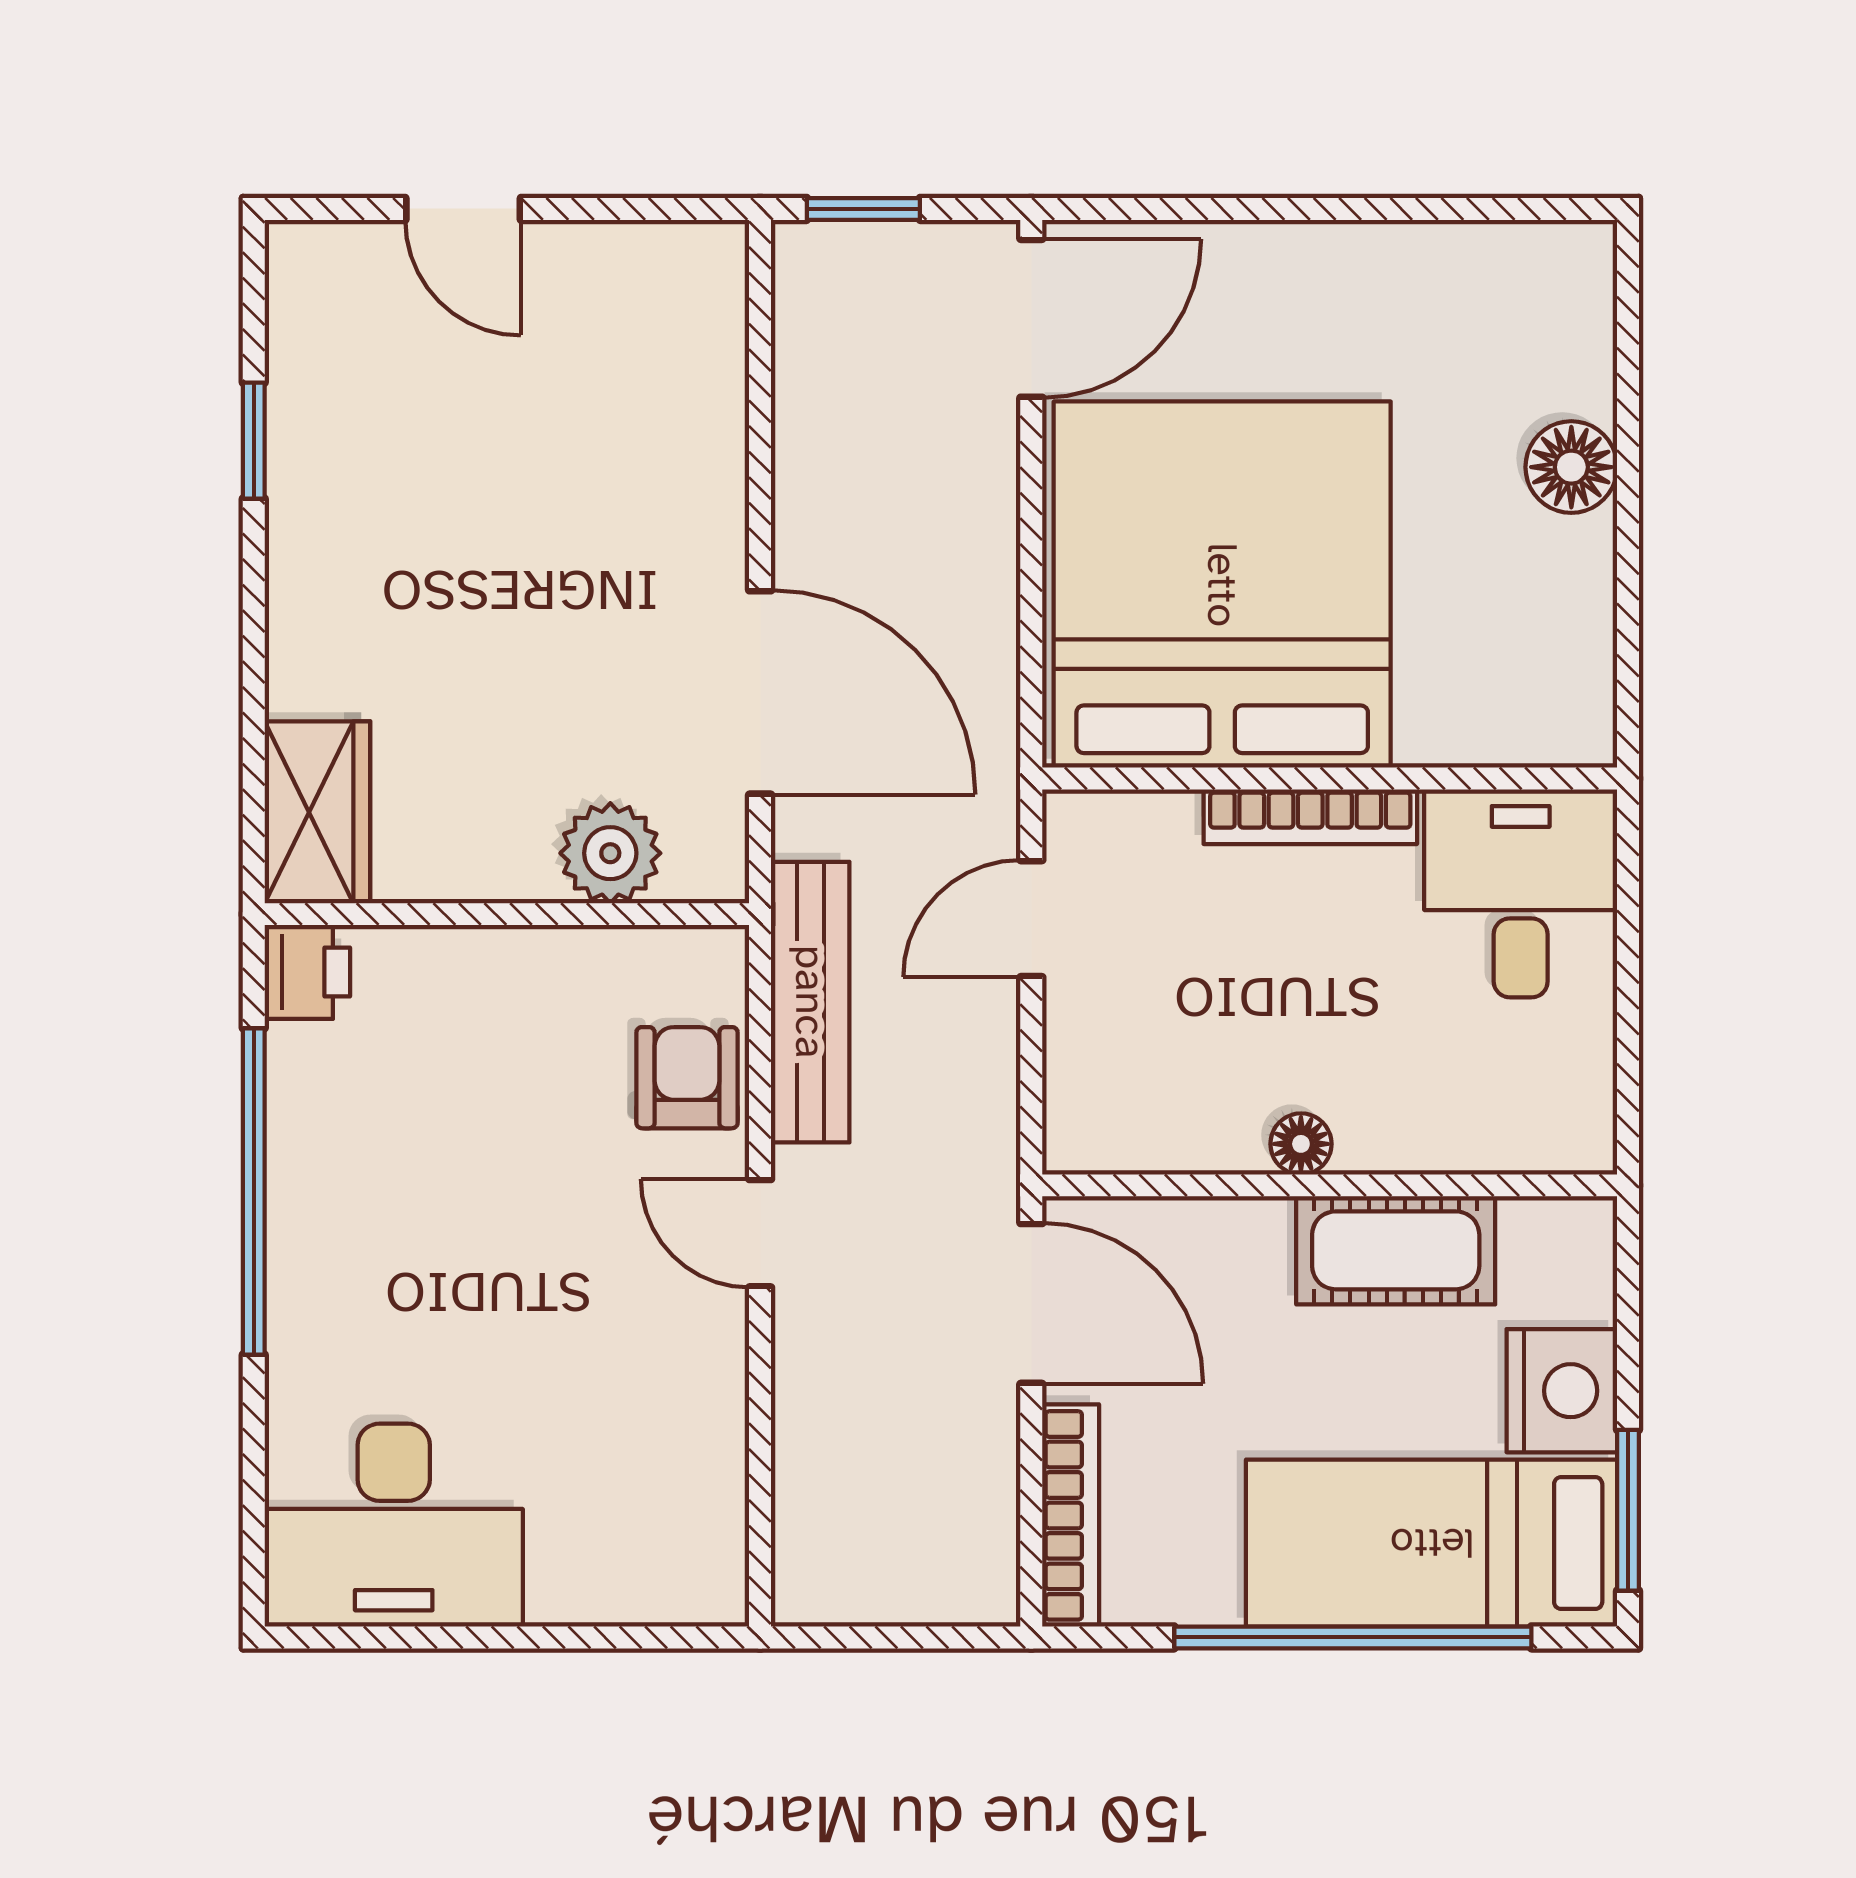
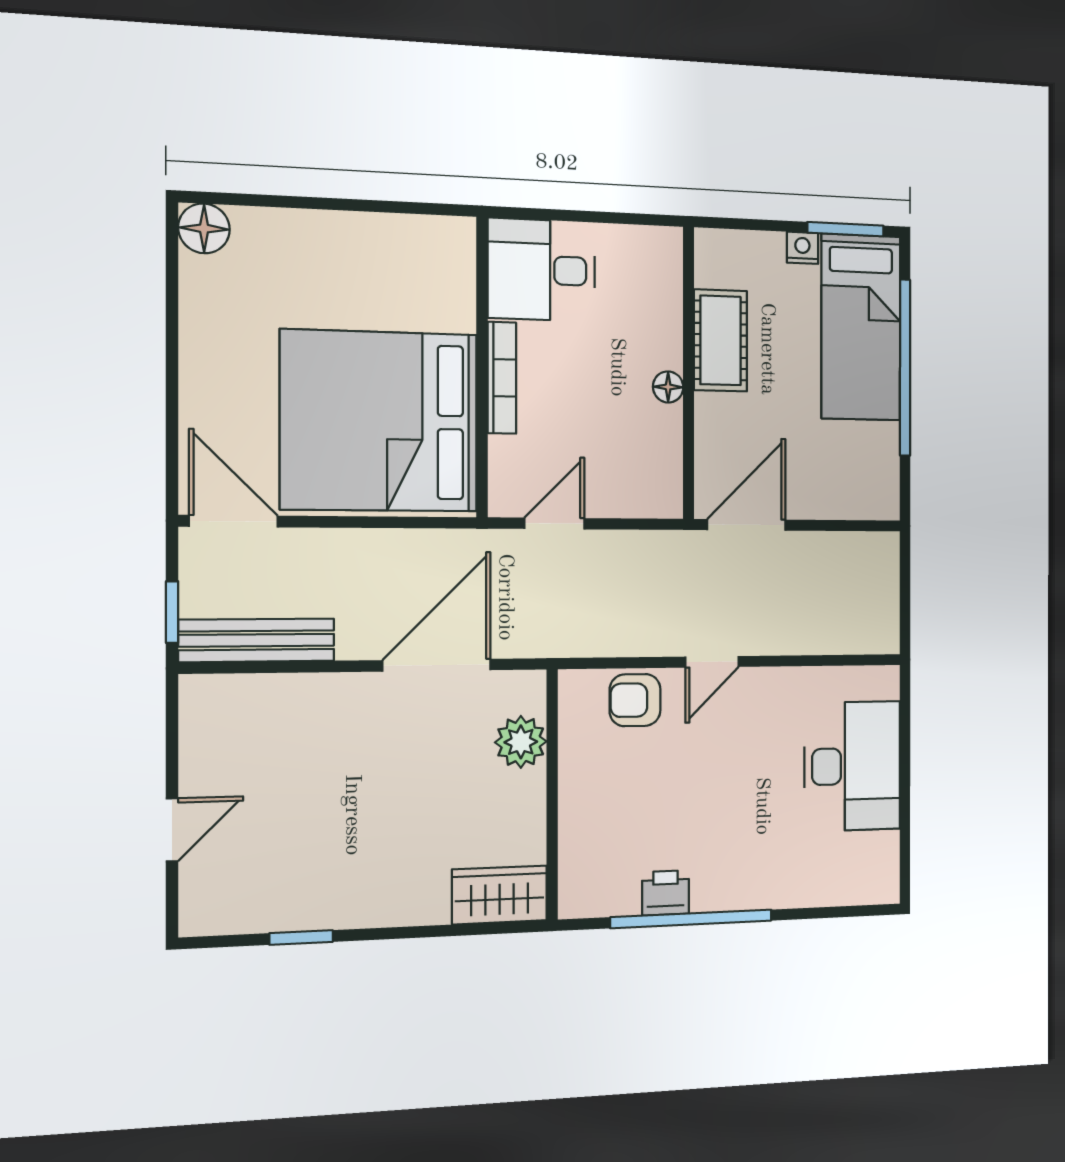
floor lamp: (1571, 467) -> (204, 228), moved
door: (1031, 919) -> (554, 523), swing flipped
printer: (307, 972) -> (666, 893), moved
bench: (810, 1002) -> (257, 640), moved
nightstand: (1562, 1391) -> (802, 248), width x0.53, depth x0.56
bookcase: (1071, 1515) -> (848, 506), removed
desk: (394, 1525) -> (852, 766), moved

